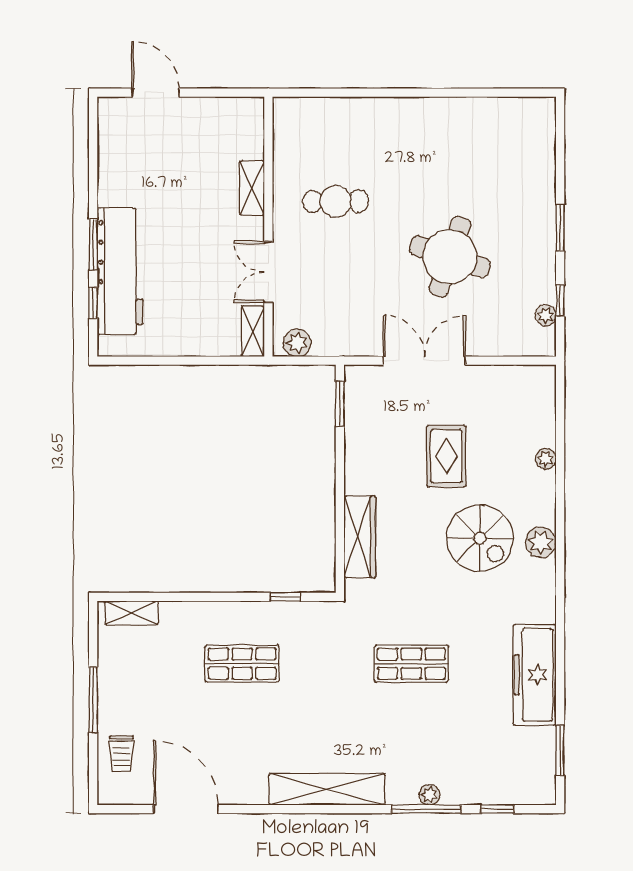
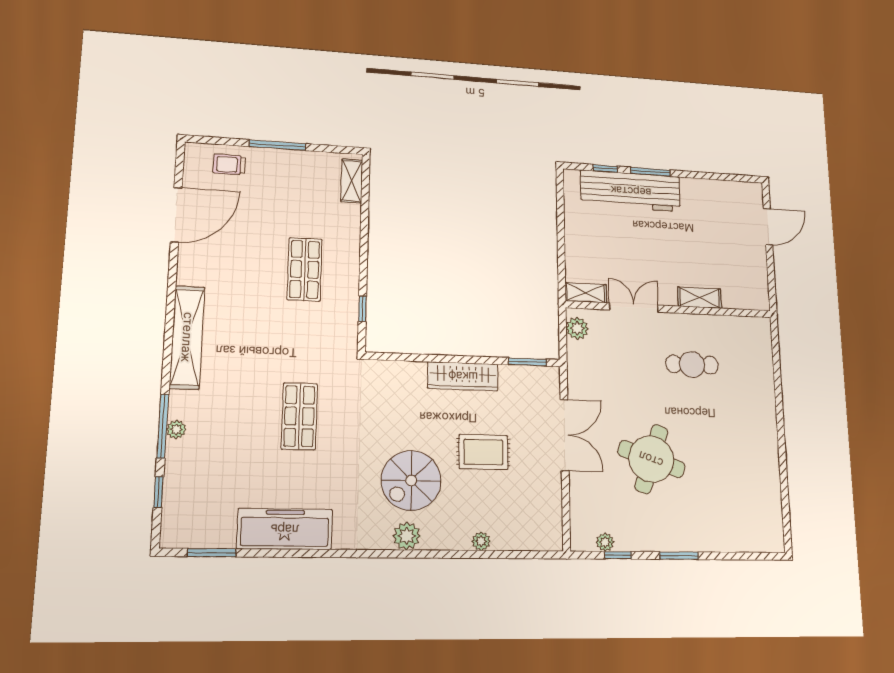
cafe table: (335, 201) -> (692, 365), turned 90
wardrobe: (360, 537) -> (463, 376), moved

